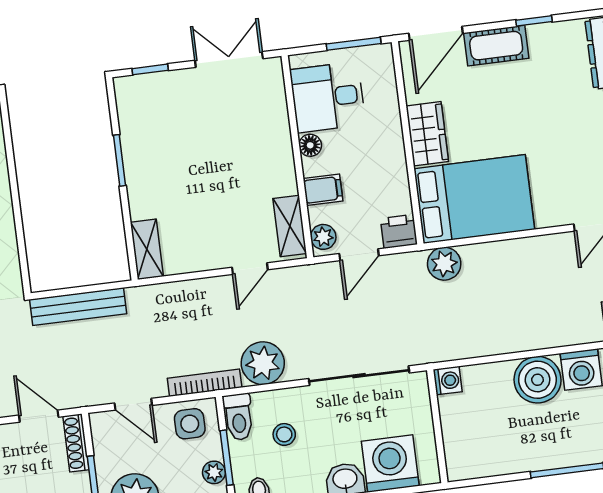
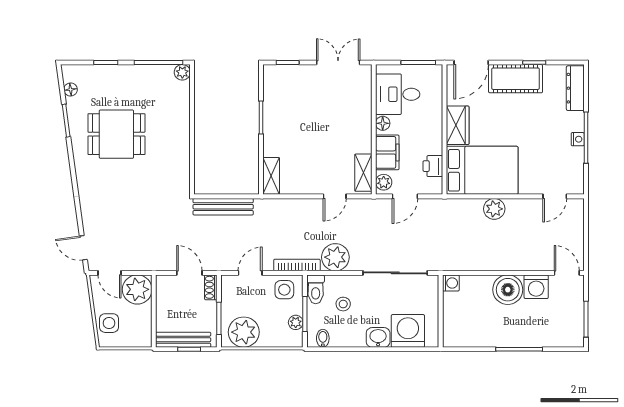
cot: (496, 46) -> (516, 79), width x1.37, depth x1.34
filing cabinet: (323, 190) -> (387, 152), width x2.00
printer: (399, 231) -> (433, 166), moved, turned -90
plant: (444, 264) -> (494, 209), moved
door: (133, 404) -> (250, 273), swing flipped
shoe rack: (76, 443) -> (211, 287), width x0.70

